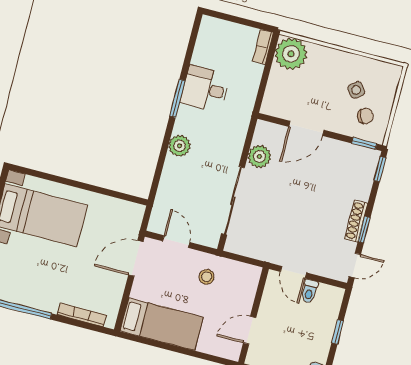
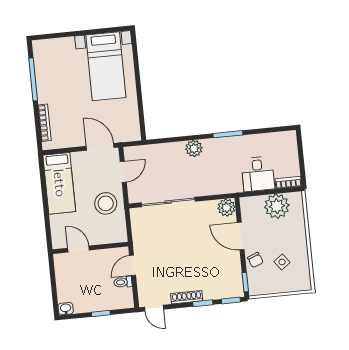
plant: (291, 54) -> (277, 206), moved
desk: (205, 89) -> (258, 174), moved, turned 180
chair: (365, 116) -> (255, 260), moved
plant: (259, 156) -> (226, 208), moved
window: (364, 230) -> (203, 303), moved
stool: (207, 277) -> (106, 203), width x1.89, depth x1.89

